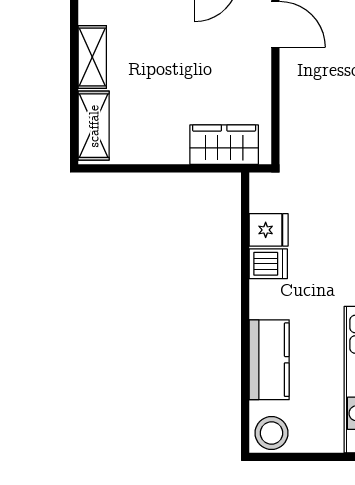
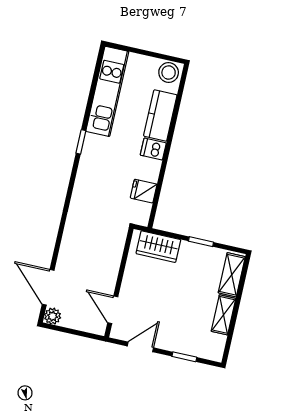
window: (156, 168) -> (201, 242), added
dishwasher: (268, 264) -> (153, 149), moved

